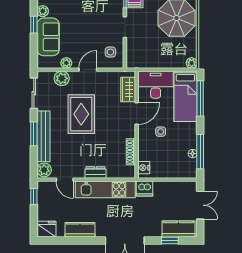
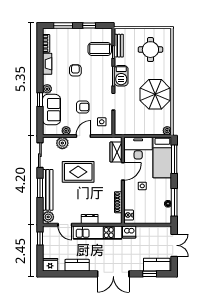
armchair: (87, 34) -> (83, 107), added
rug: (81, 114) -> (78, 172), turned 90

